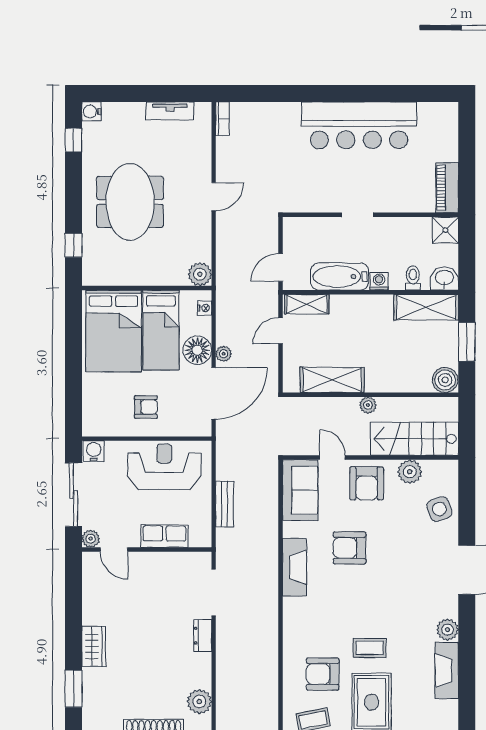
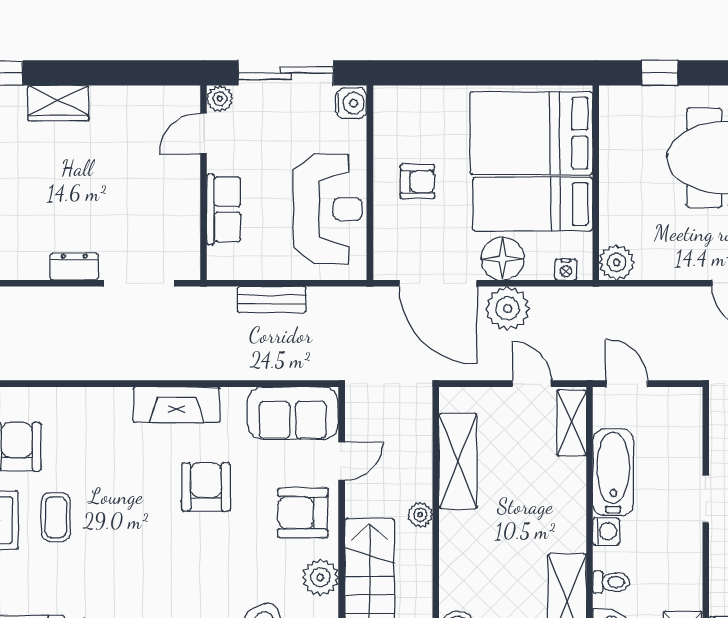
plant: (224, 354) -> (508, 308), width x1.87, depth x1.87
armchair: (146, 407) -> (417, 181), turned -90

